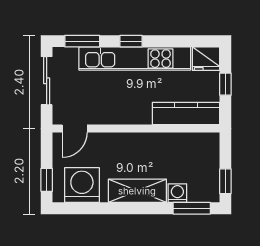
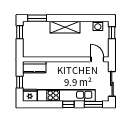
kitchen counter: (186, 114) -> (34, 67), width x0.67
door: (75, 129) -> (97, 59), hinge flipped
washing machine: (82, 185) -> (98, 26), width x0.53, depth x0.53
washing machine: (177, 193) -> (44, 26), removed

